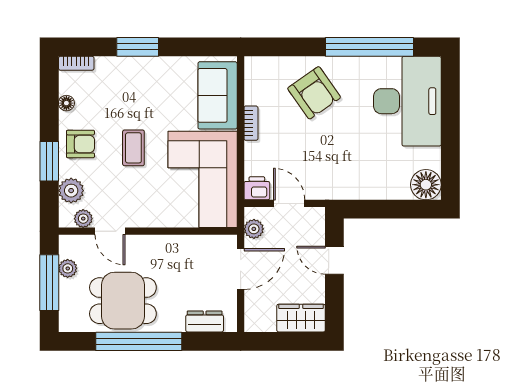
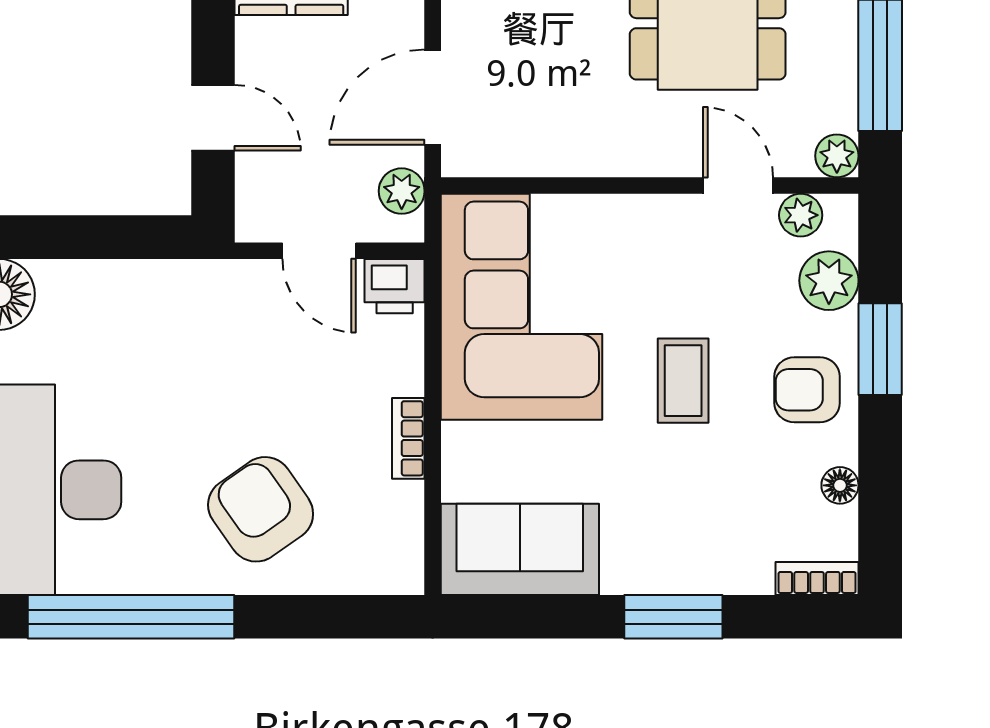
sofa: (218, 95) -> (520, 549), moved, turned -90
plant: (68, 268) -> (837, 156), moved

